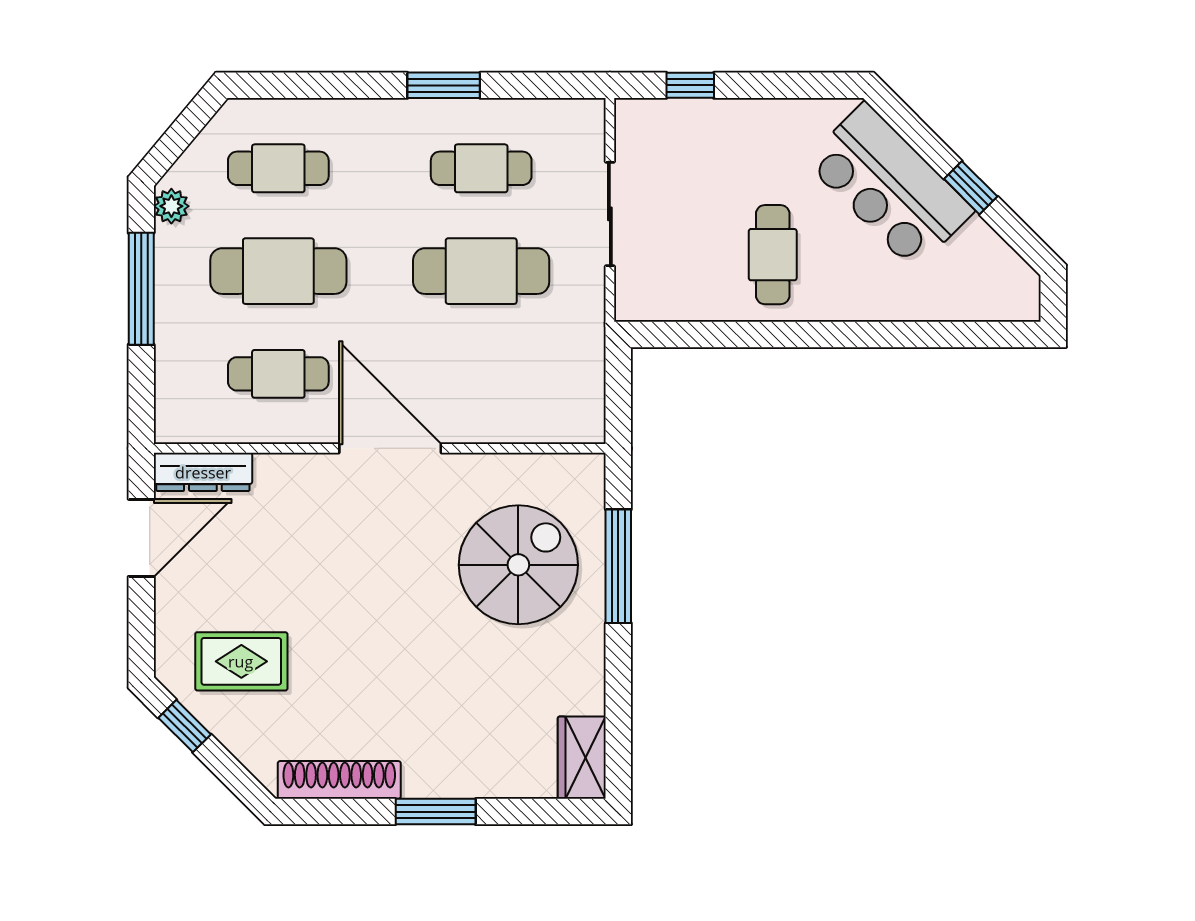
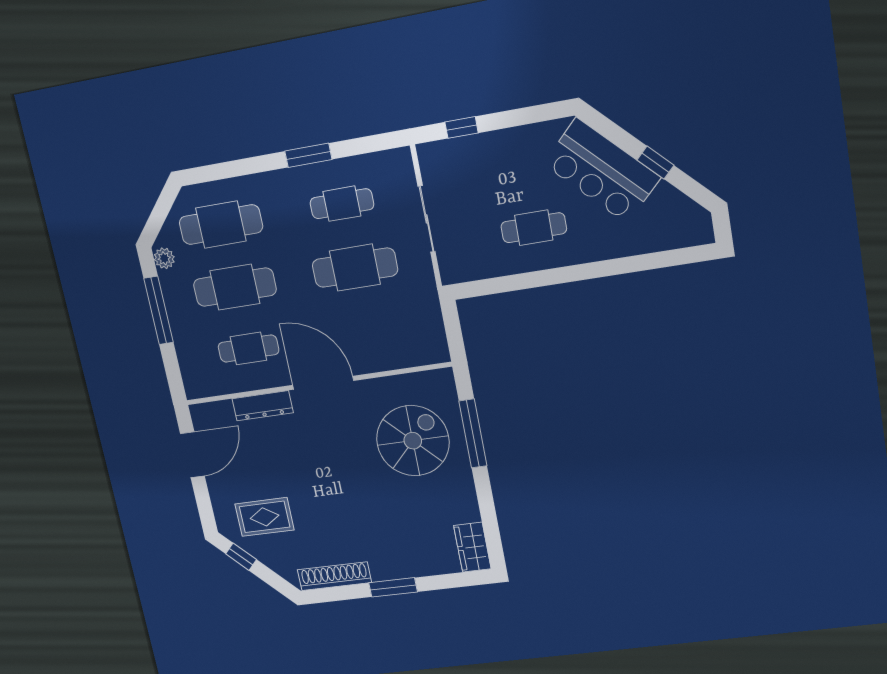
cafe table: (278, 168) -> (221, 225), width x1.37, depth x1.35
cafe table: (773, 255) -> (534, 228), turned 90
dresser: (203, 472) -> (263, 406), moved

